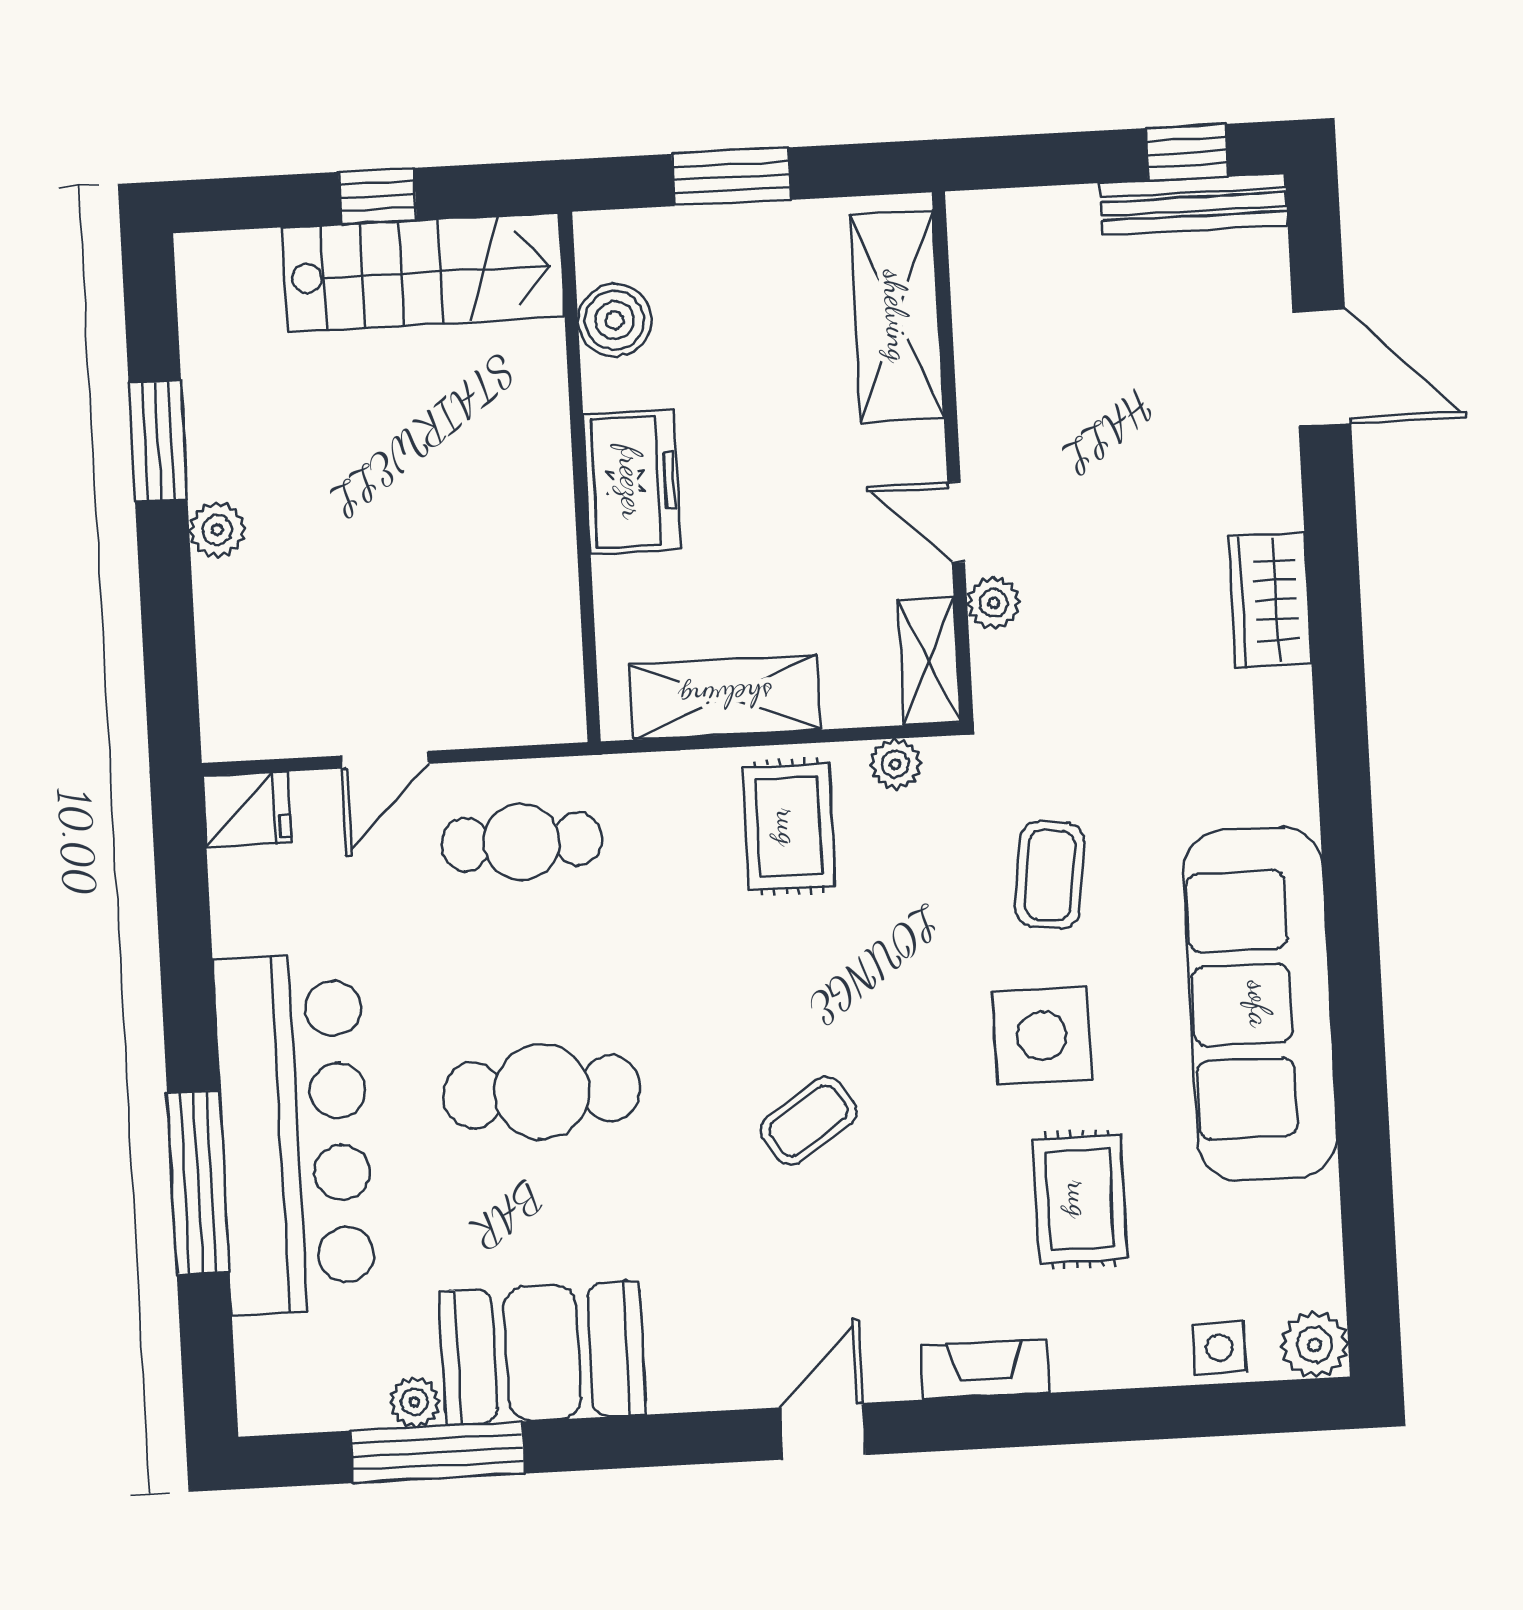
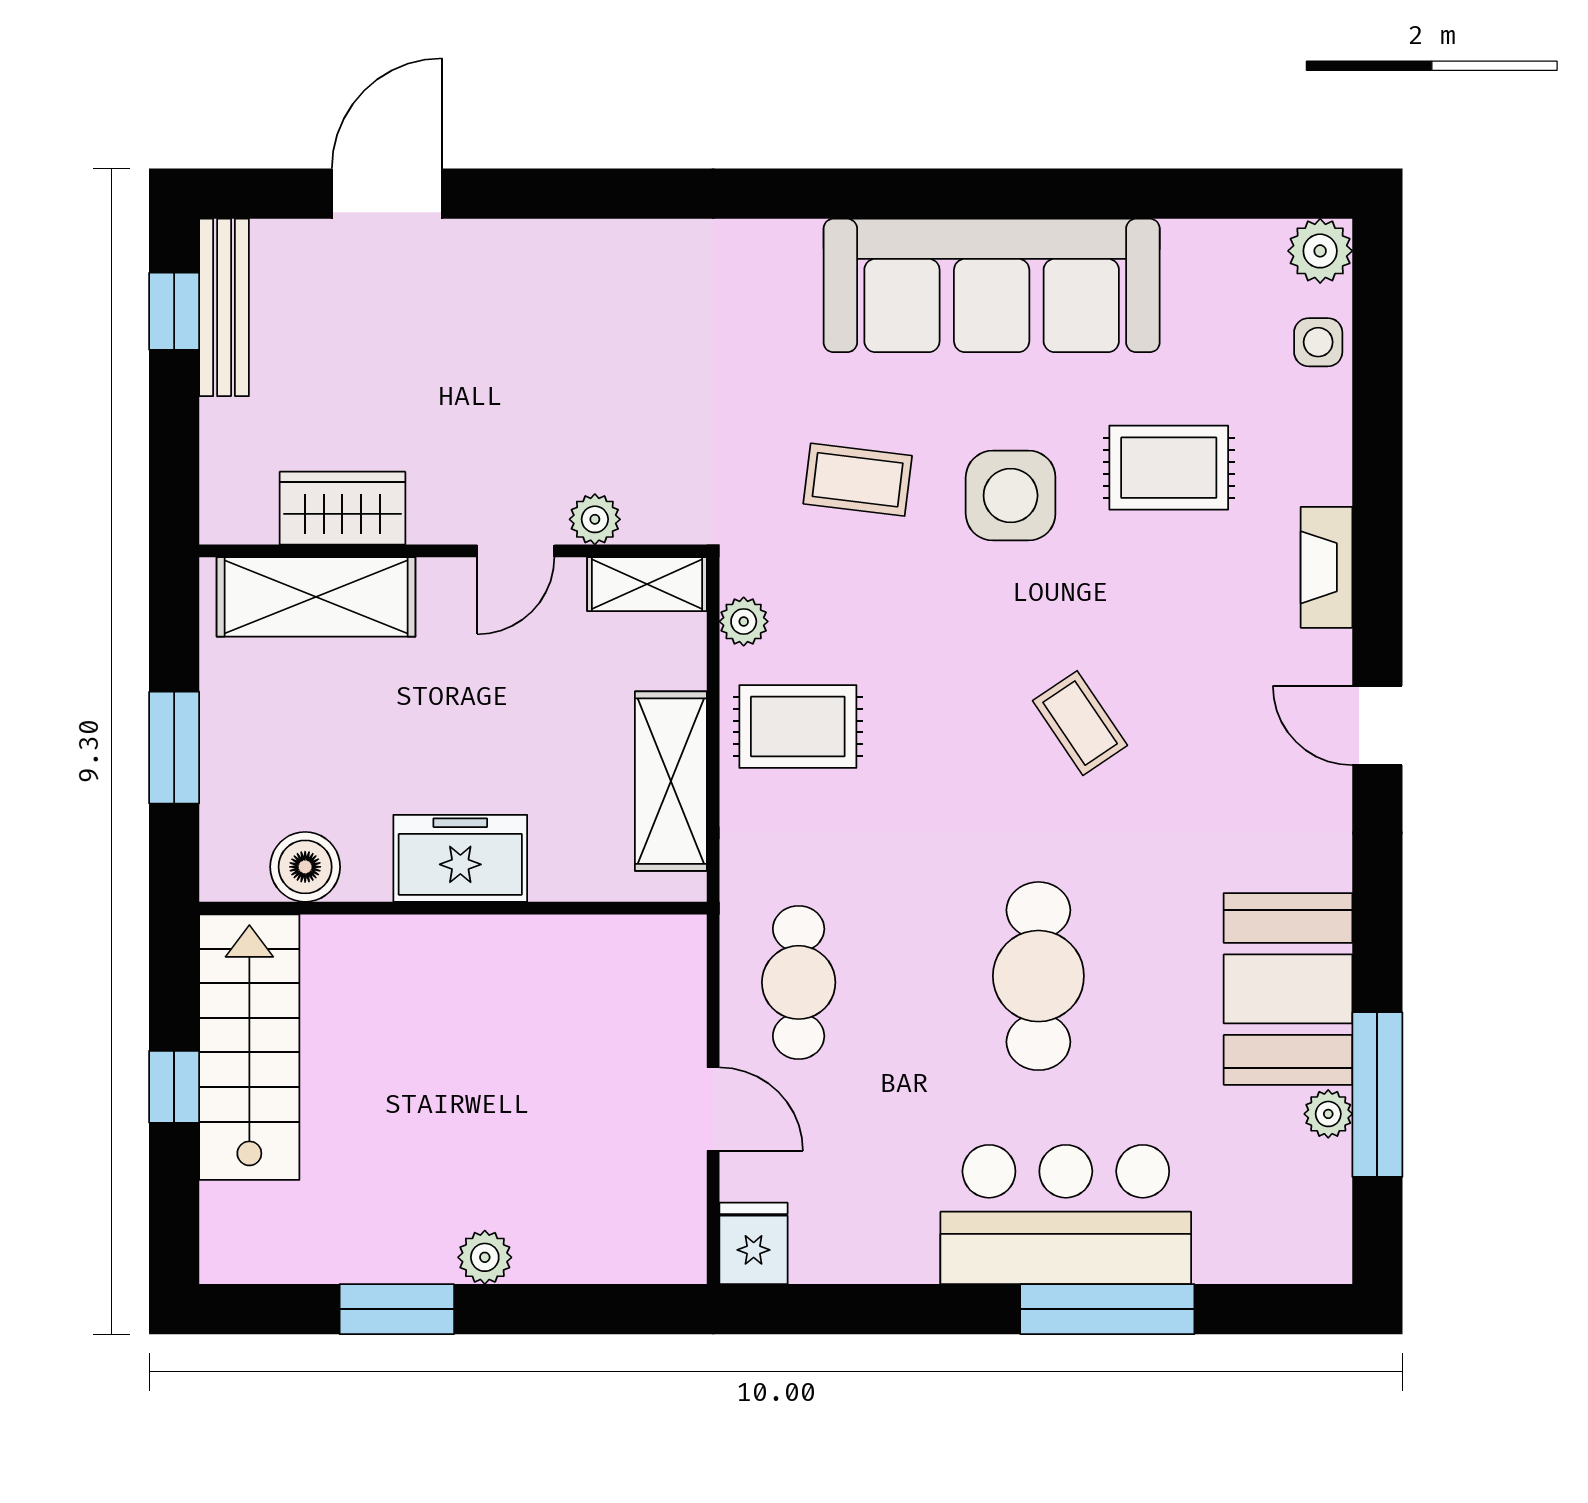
wardrobe: (1270, 600) -> (342, 508), moved, turned 180
bar counter: (295, 1134) -> (1066, 1214), width x0.73

